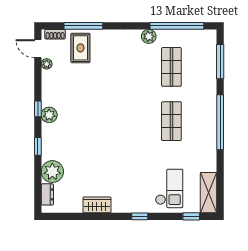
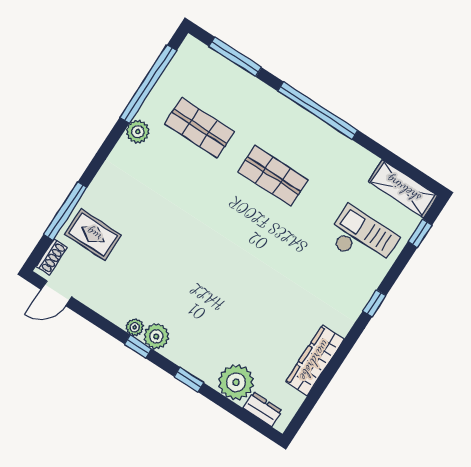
plant: (47, 64) -> (135, 327), moved
wardrobe: (97, 205) -> (315, 361), width x1.50

